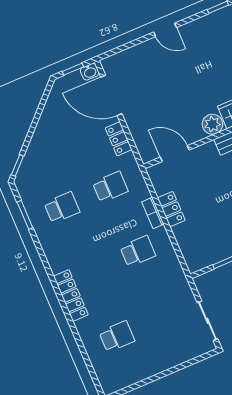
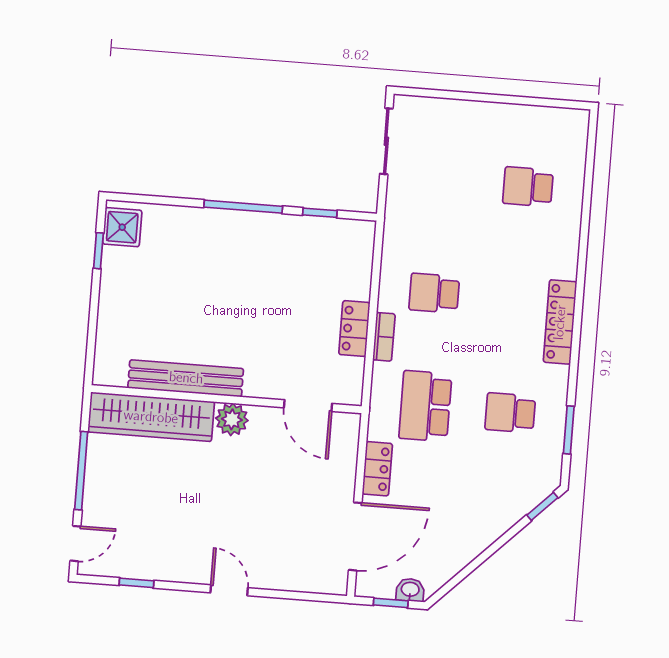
washbasin: (90, 72) -> (410, 590), moved
door: (111, 95) -> (355, 536), hinge flipped
school desk: (110, 187) -> (425, 406), width x1.85
locker: (71, 295) -> (560, 322), moved

